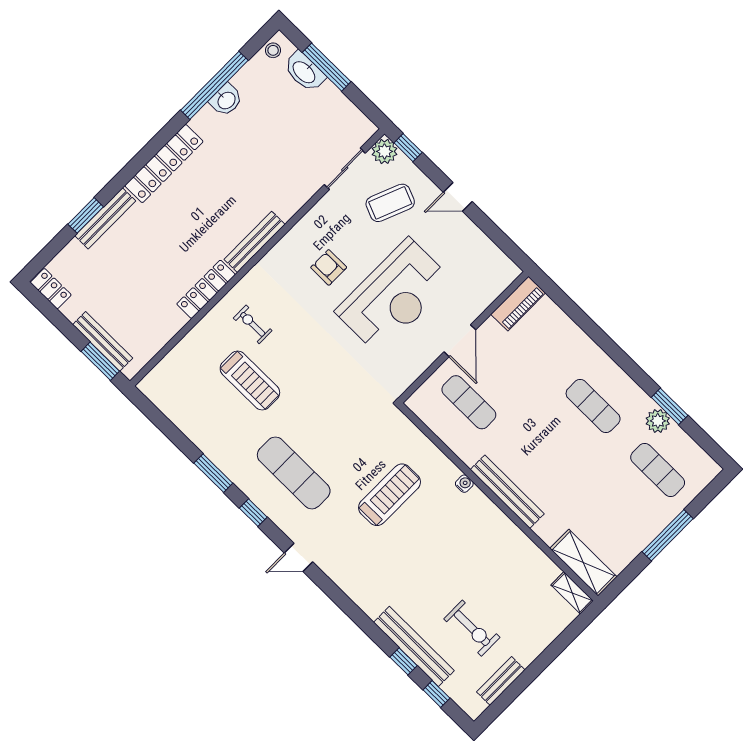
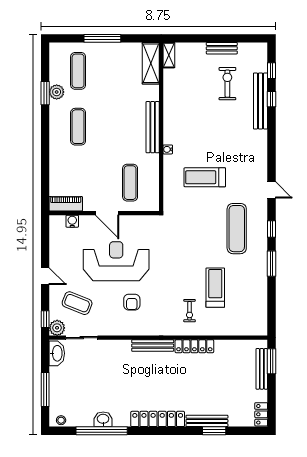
washbasin: (304, 72) -> (57, 353), moved
water cooler: (490, 291) -> (72, 221), added
door: (460, 341) -> (107, 213), swing flipped
bench: (501, 681) -> (222, 48), moved

